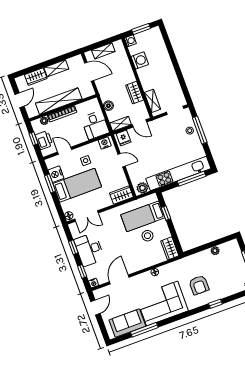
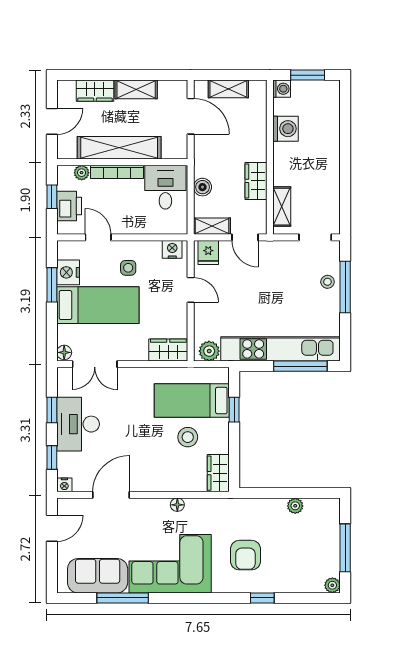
desk: (95, 125) -> (165, 187), moved, turned 180

